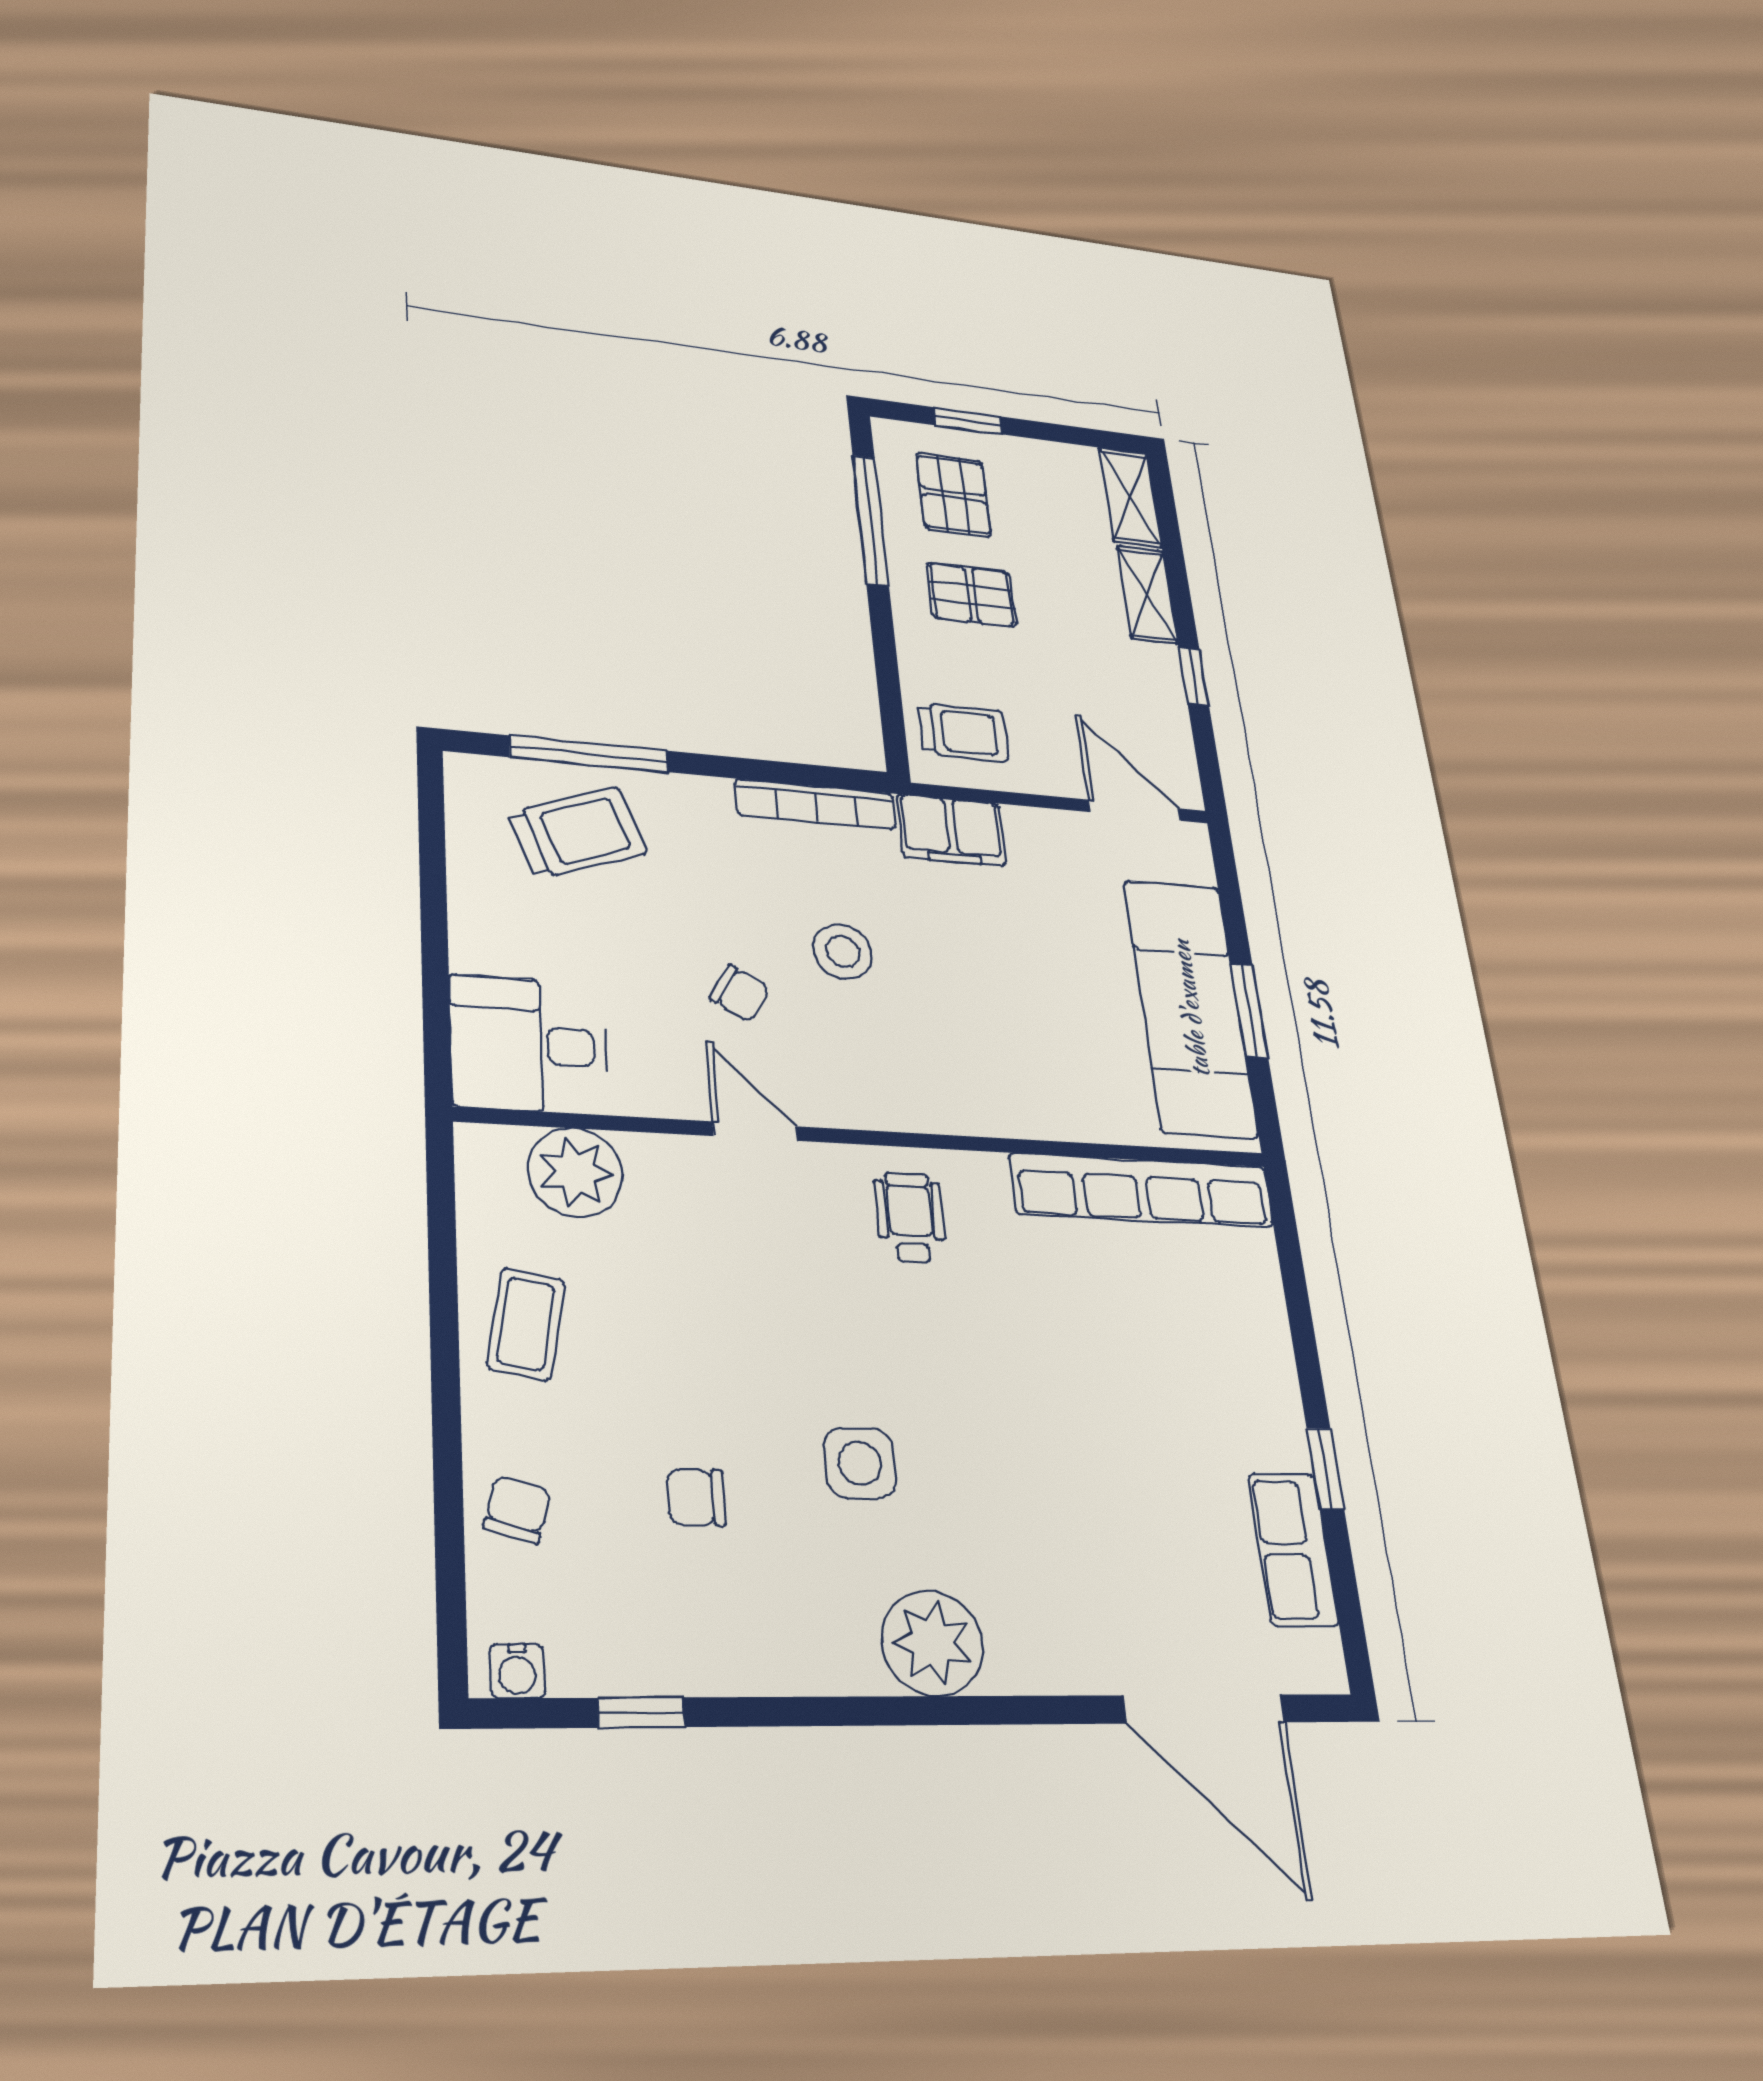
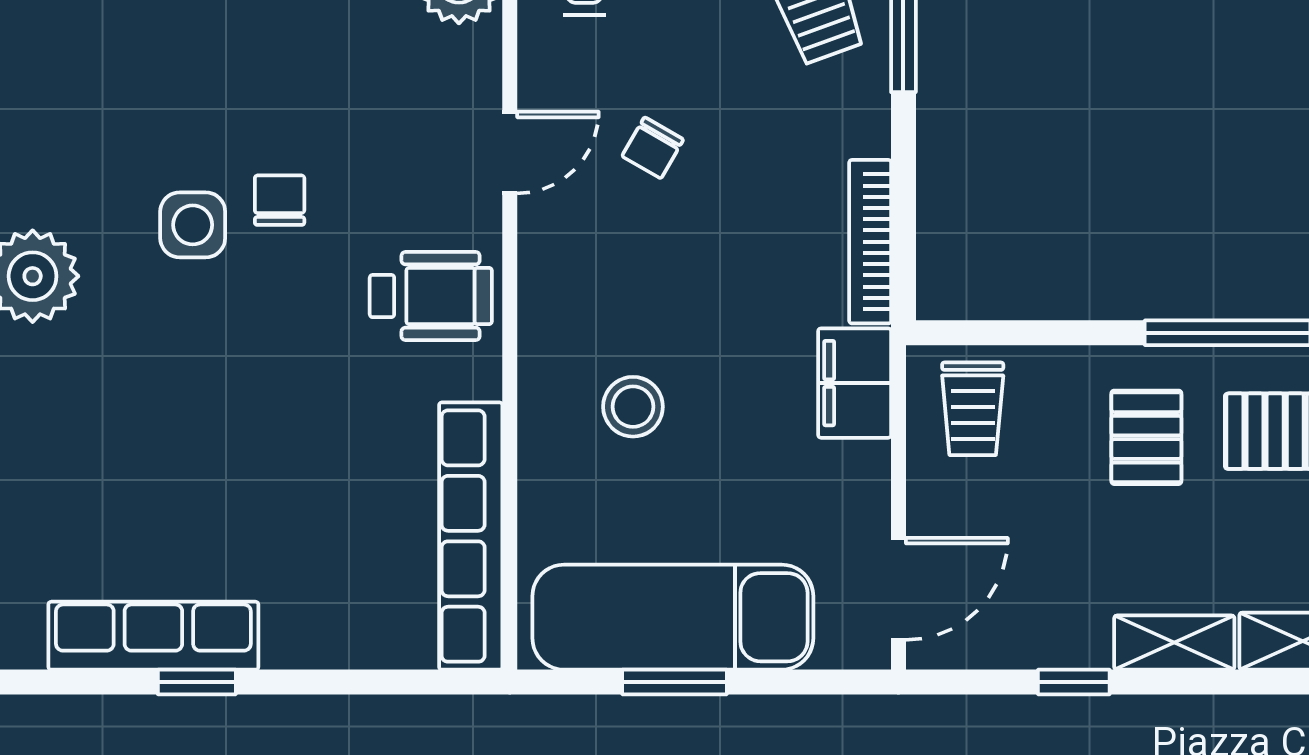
stool: (843, 952) -> (633, 407), moved
wheelchair: (910, 1217) -> (431, 296), width x1.36, depth x1.37
chair: (696, 1497) -> (280, 200), moved
row of seats: (1293, 1549) -> (153, 636), width x1.48

